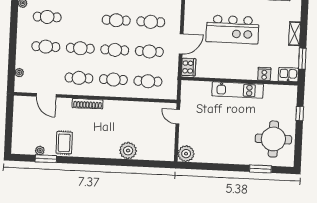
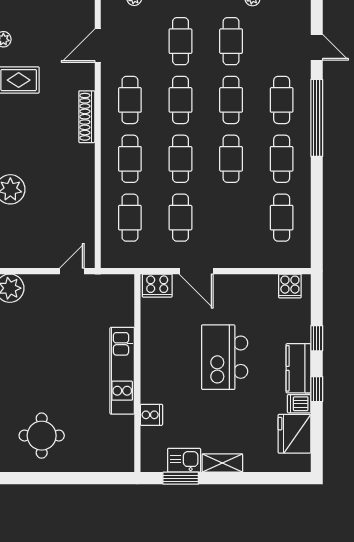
cafe table: (151, 22) -> (231, 100), moved
kitchen island: (232, 29) -> (225, 357), width x0.73
kitchen sink: (288, 75) -> (184, 460), moved, turned -90
window: (300, 114) -> (87, 478), removed
round table: (273, 139) -> (42, 436), width x0.73, depth x0.73

